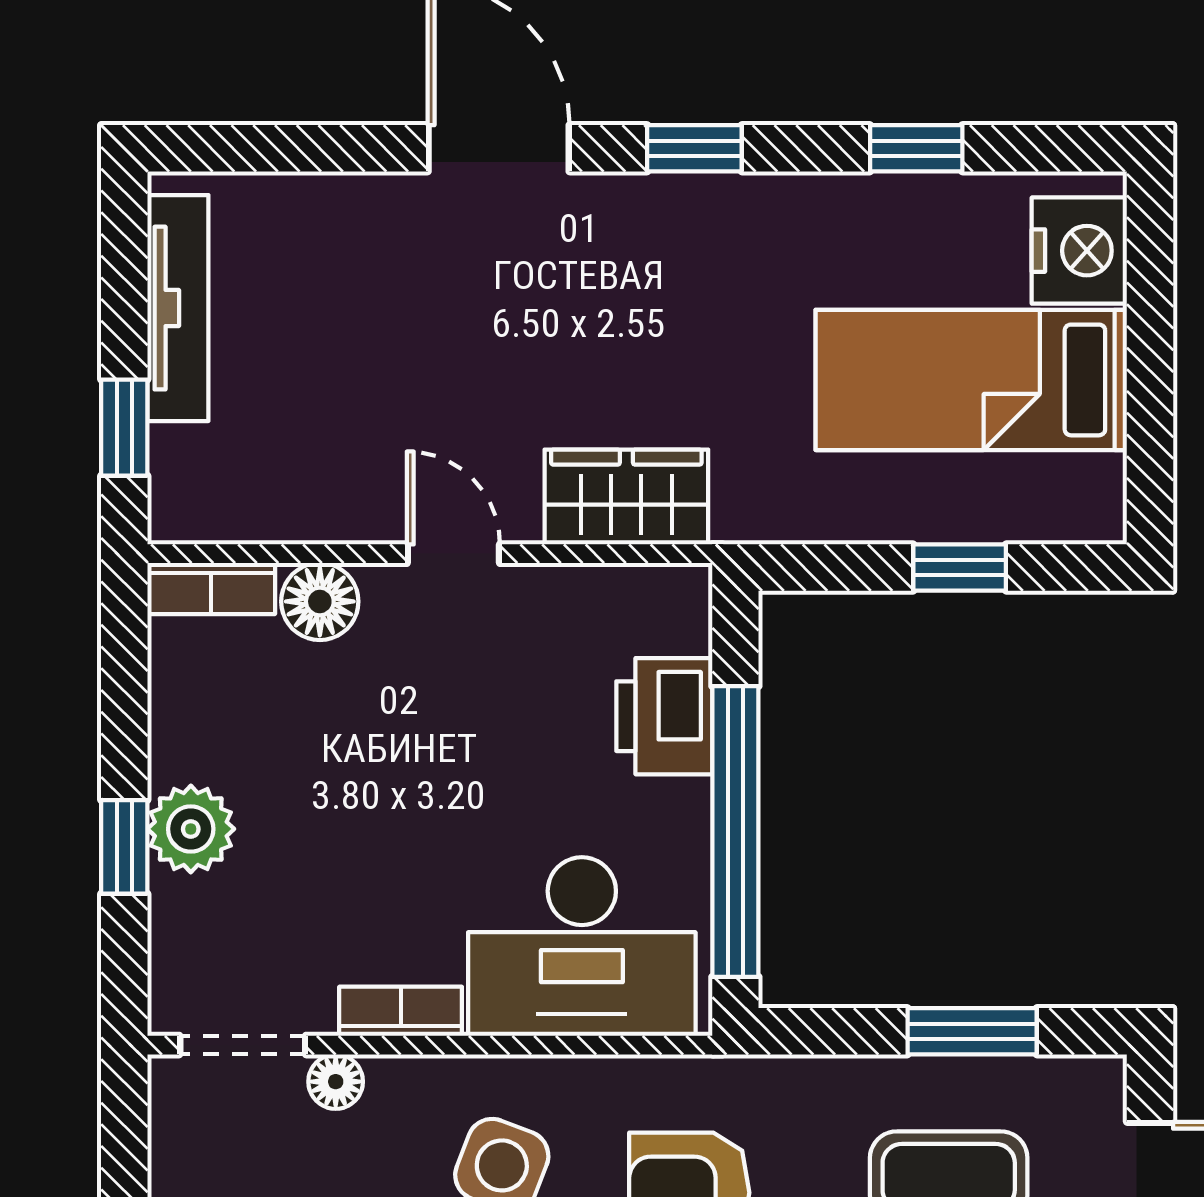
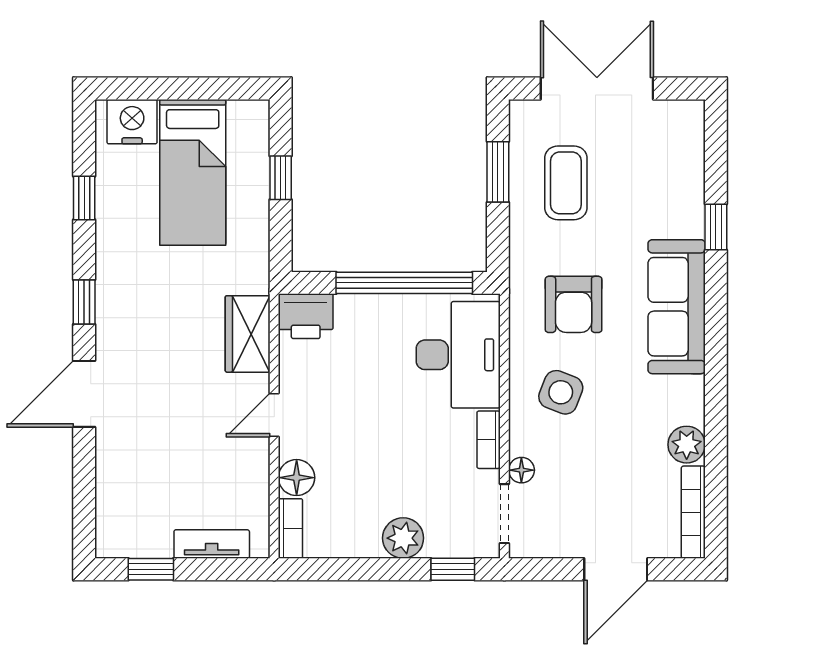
tv unit: (178, 308) -> (212, 544), moved, width x0.71
window: (124, 428) -> (151, 569), moved
printer: (664, 716) -> (306, 316), moved
window: (124, 847) -> (453, 569), moved

